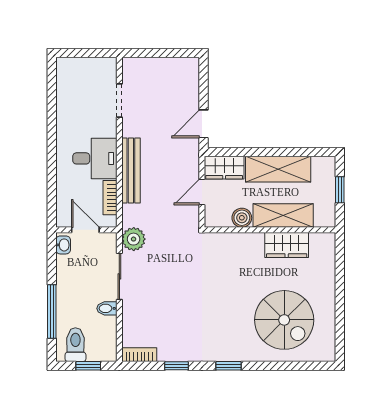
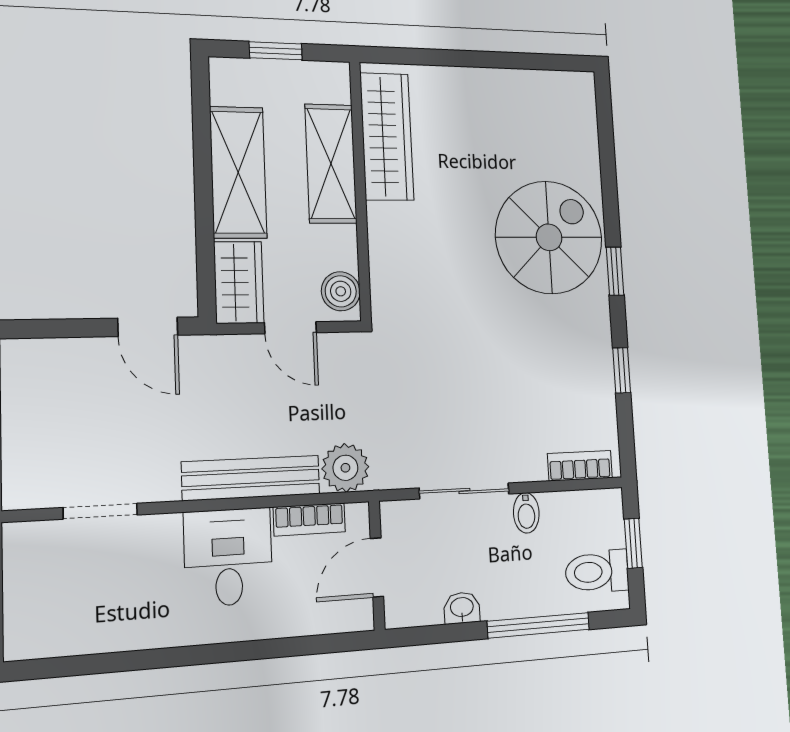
boiler: (242, 218) -> (341, 291), moved
plant: (134, 239) -> (345, 468), moved
washbasin: (63, 245) -> (462, 608), moved
wardrobe: (287, 245) -> (387, 137), width x1.50
spiral stairs: (284, 320) -> (549, 237), moved
bookcase: (139, 355) -> (580, 466), moved, turned 90

